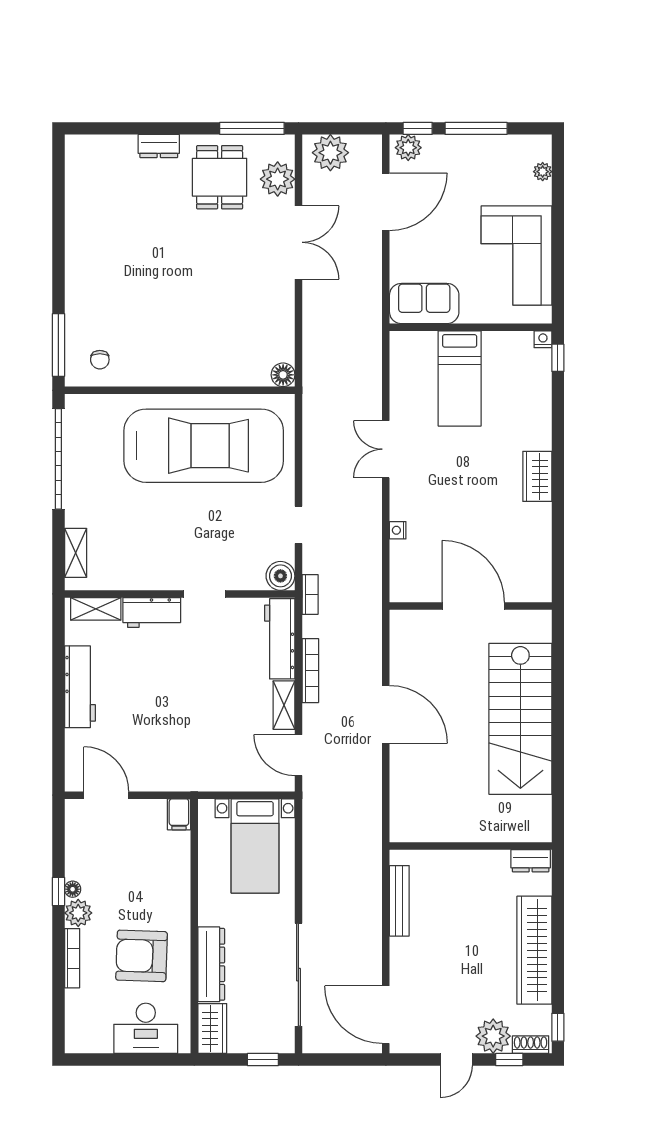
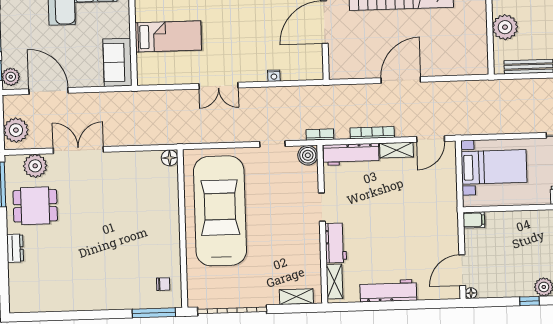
plant: (458, 868) -> (505, 27), added
floor lamp: (73, 889) -> (471, 293), moved

